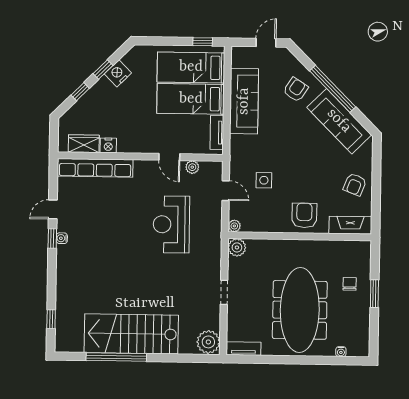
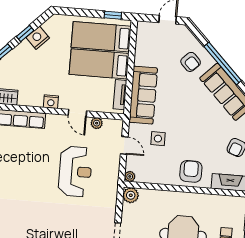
armchair: (296, 90) -> (191, 62), turned 103
sofa: (244, 101) -> (143, 95), moved
nightstand: (108, 145) -> (51, 102), moved
reception desk: (171, 224) -> (75, 172), turned 180

